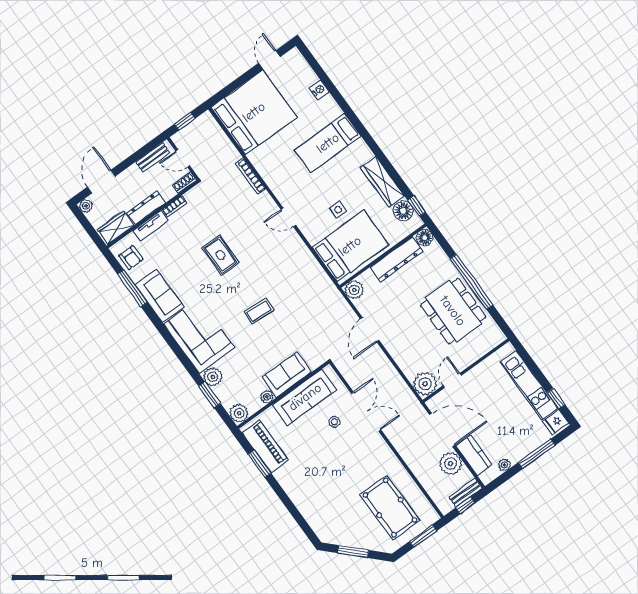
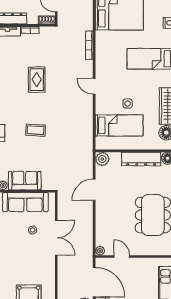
bed: (350, 246) -> (119, 125), width x0.67
door: (452, 381) -> (122, 256), hinge flipped
plant: (425, 384) -> (100, 251), width x0.53, depth x0.53

